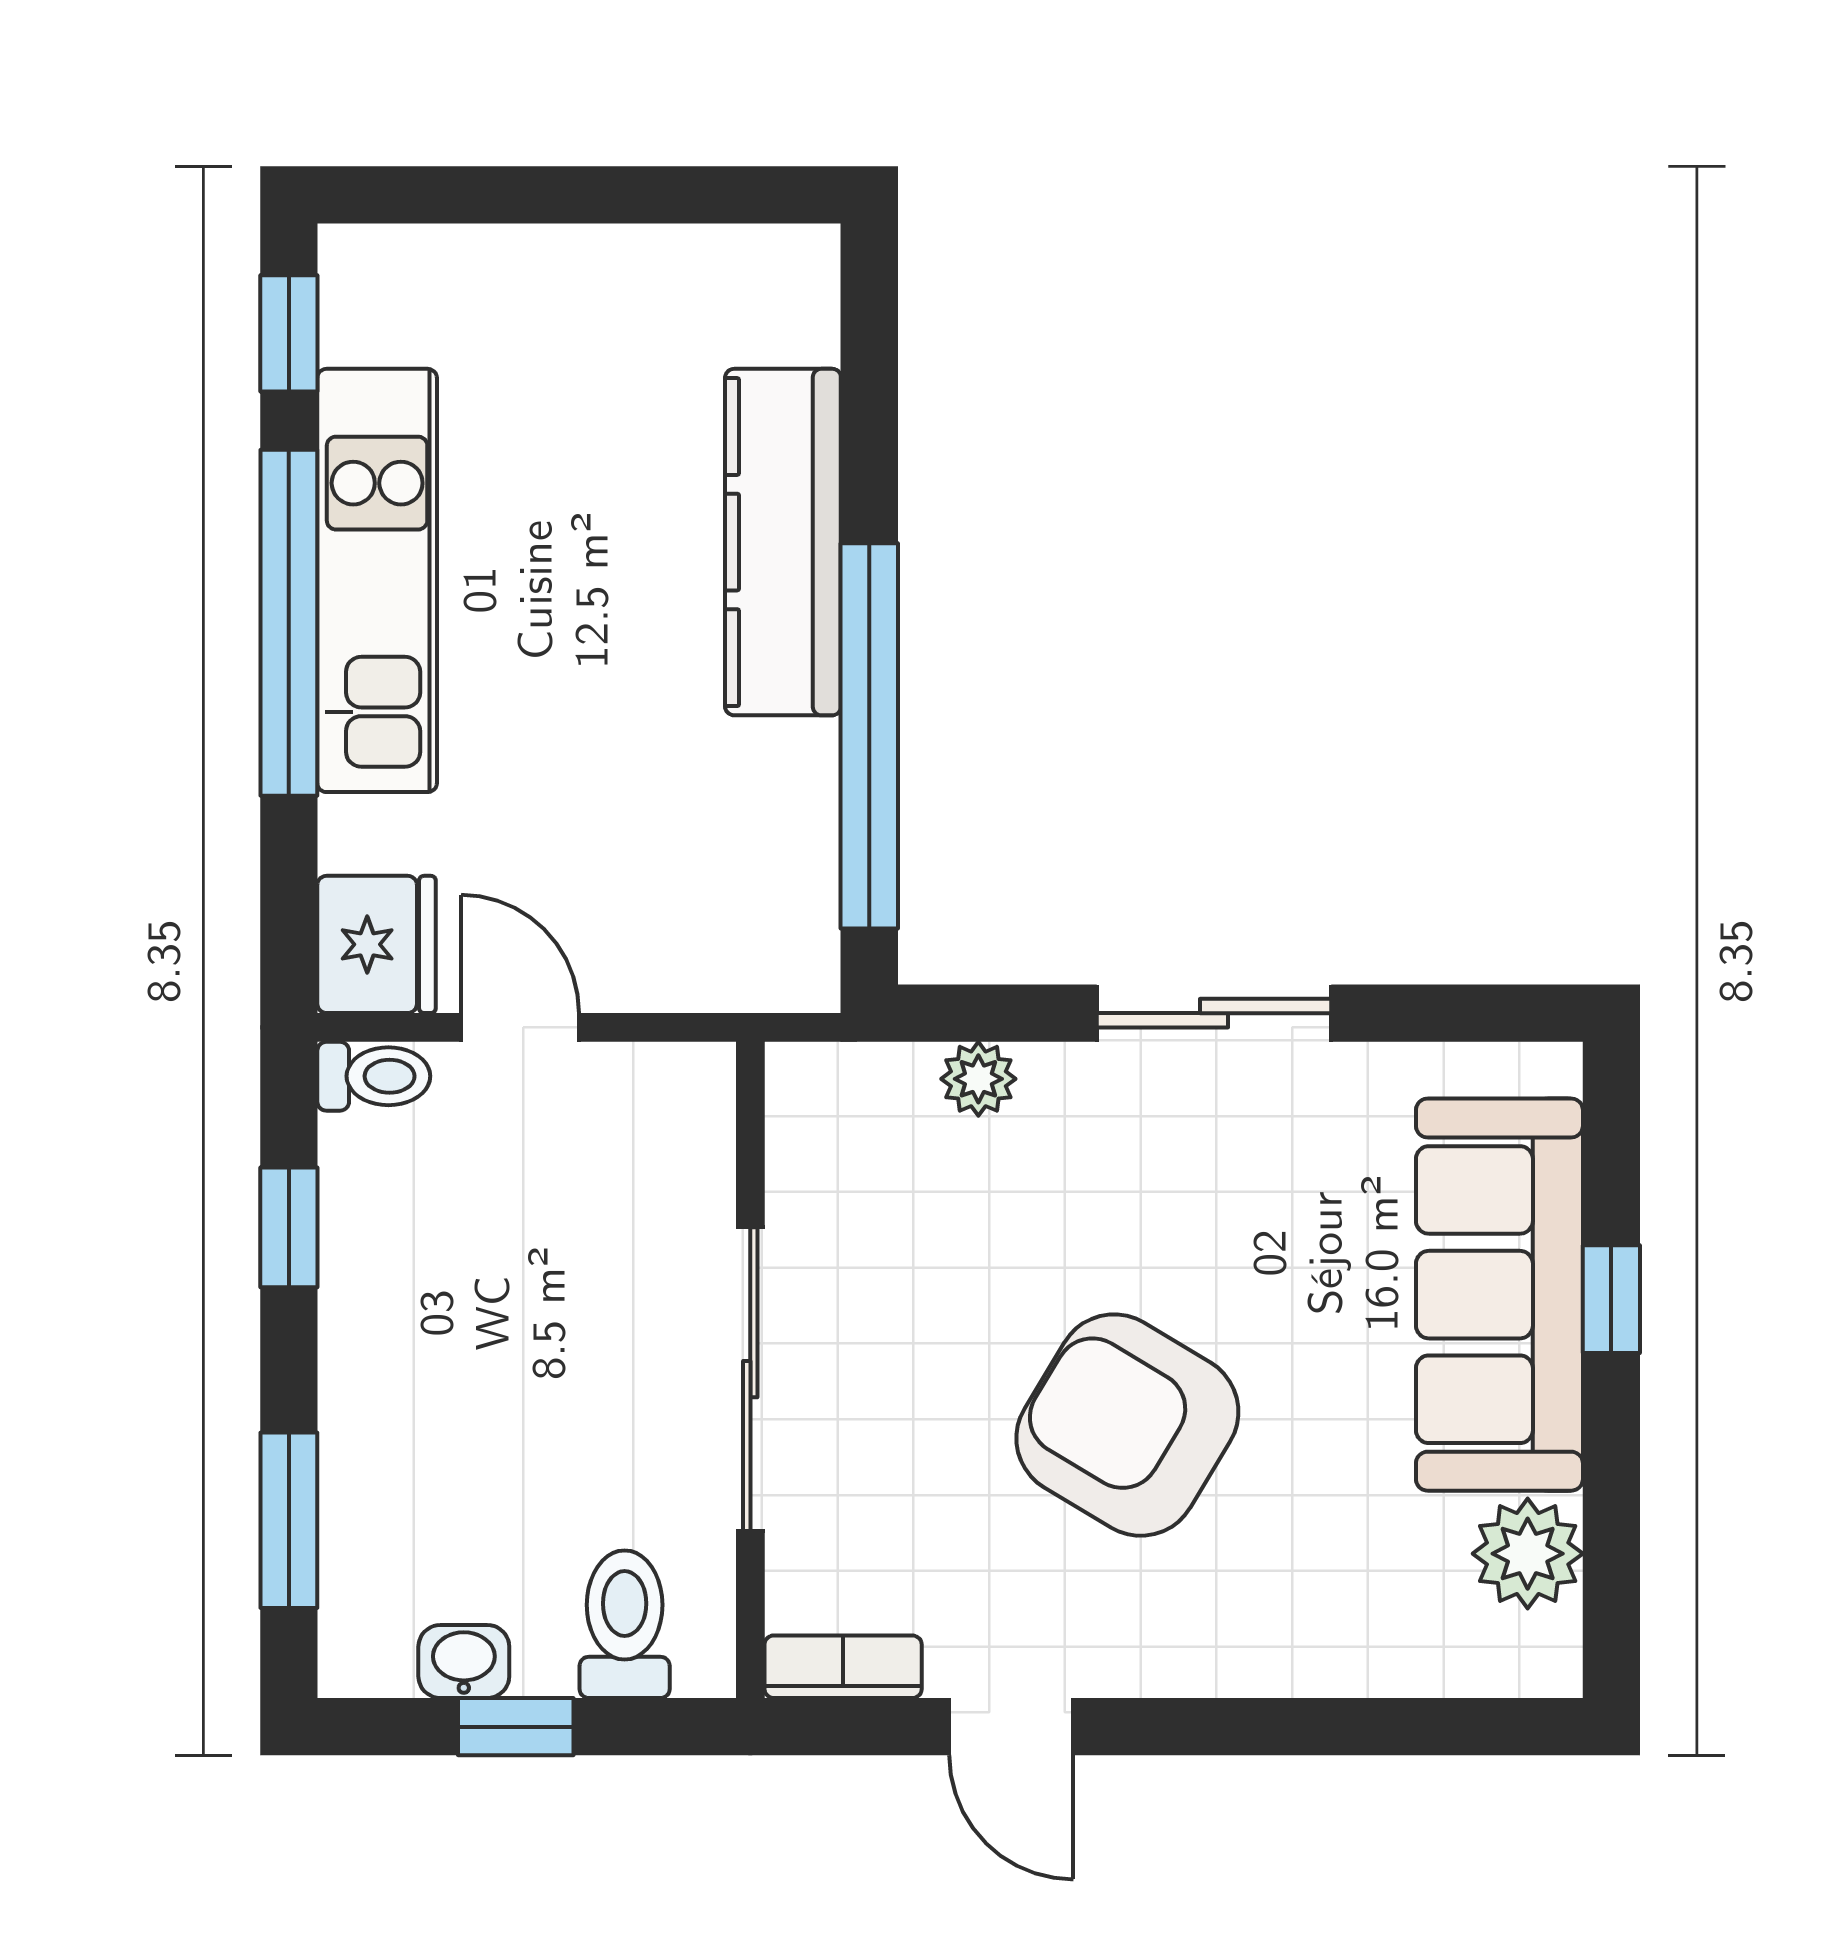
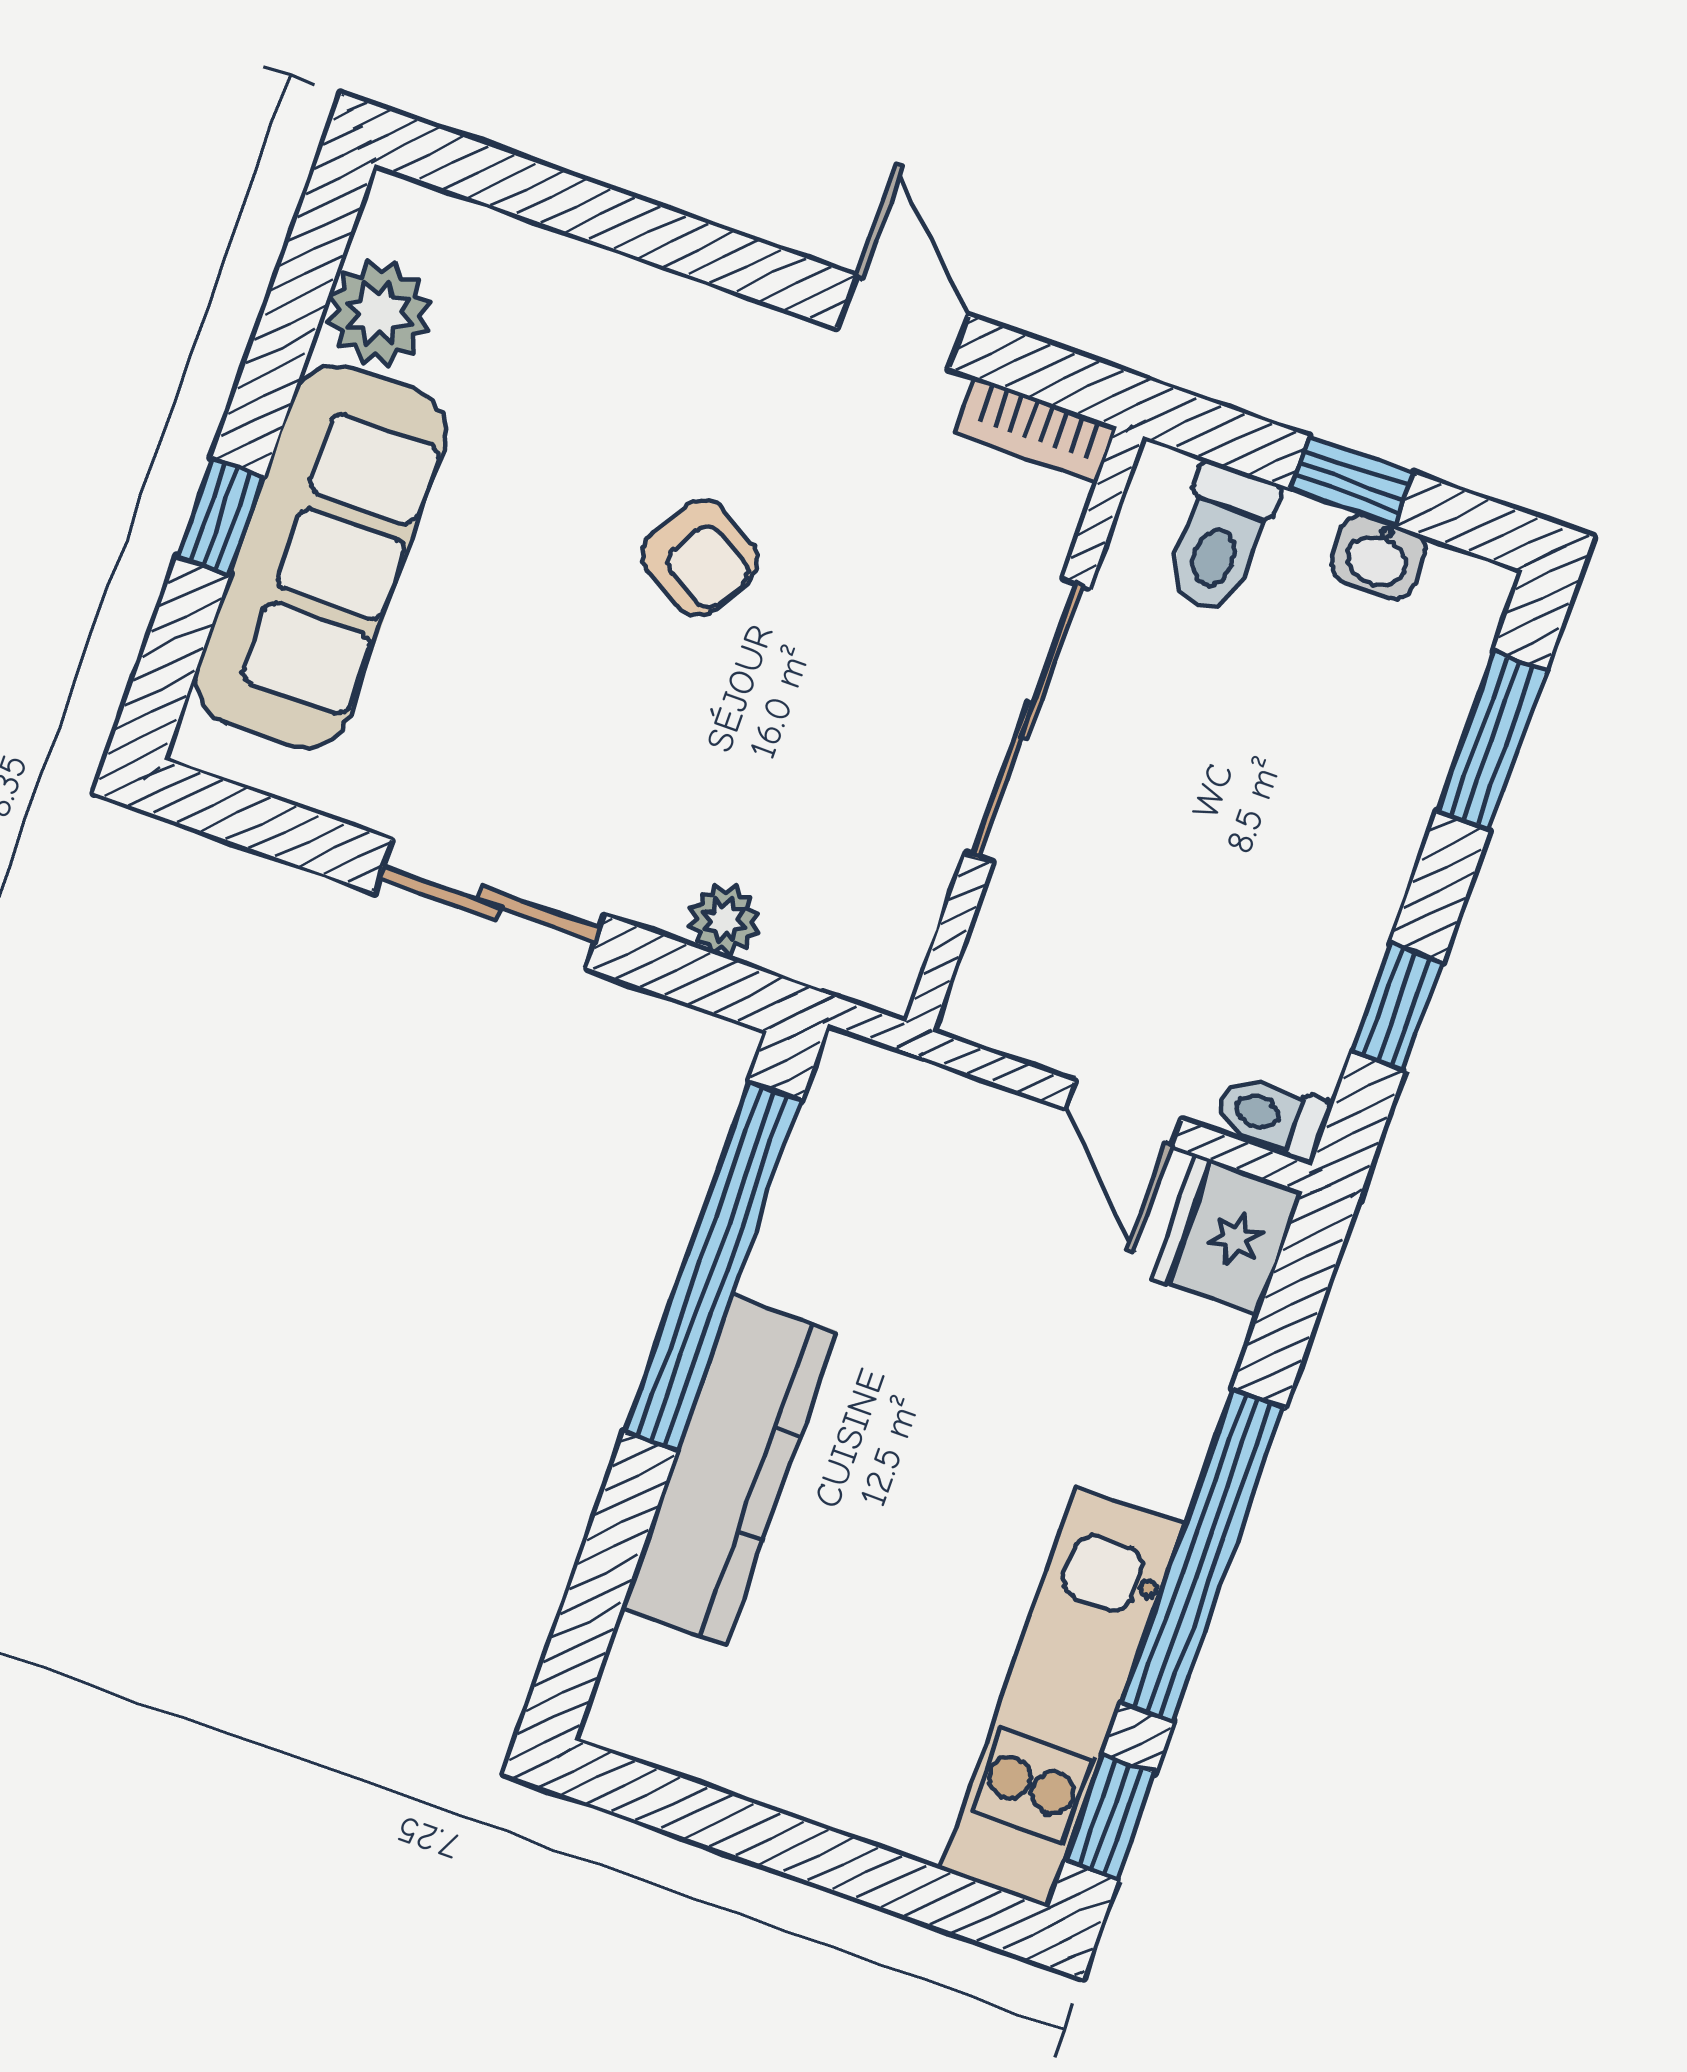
kitchen unit: (377, 580) -> (1063, 1697), moved
armchair: (1127, 1425) -> (700, 558), width x0.53, depth x0.53

